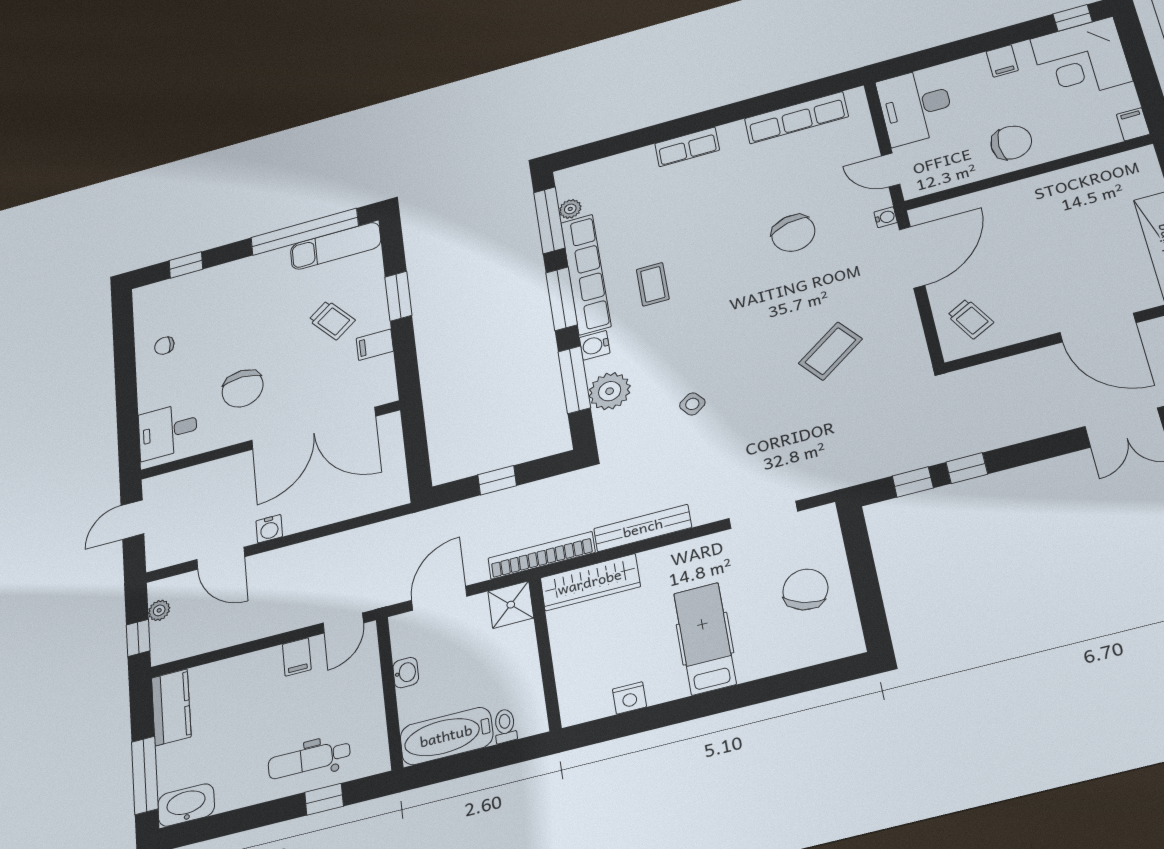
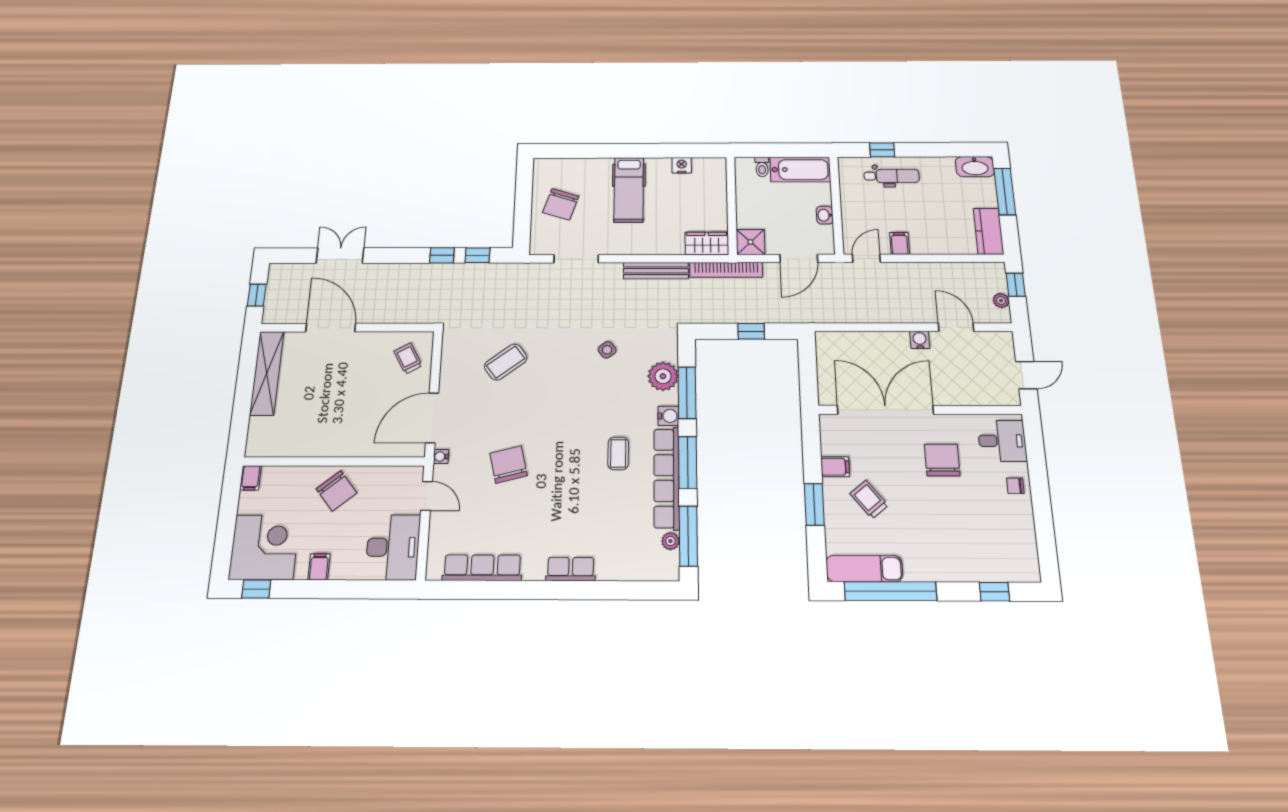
chair: (1011, 143) -> (337, 491), turned -129
chair: (164, 346) -> (1015, 486), moved, turned 180
wardrobe: (590, 582) -> (707, 243), width x0.67

